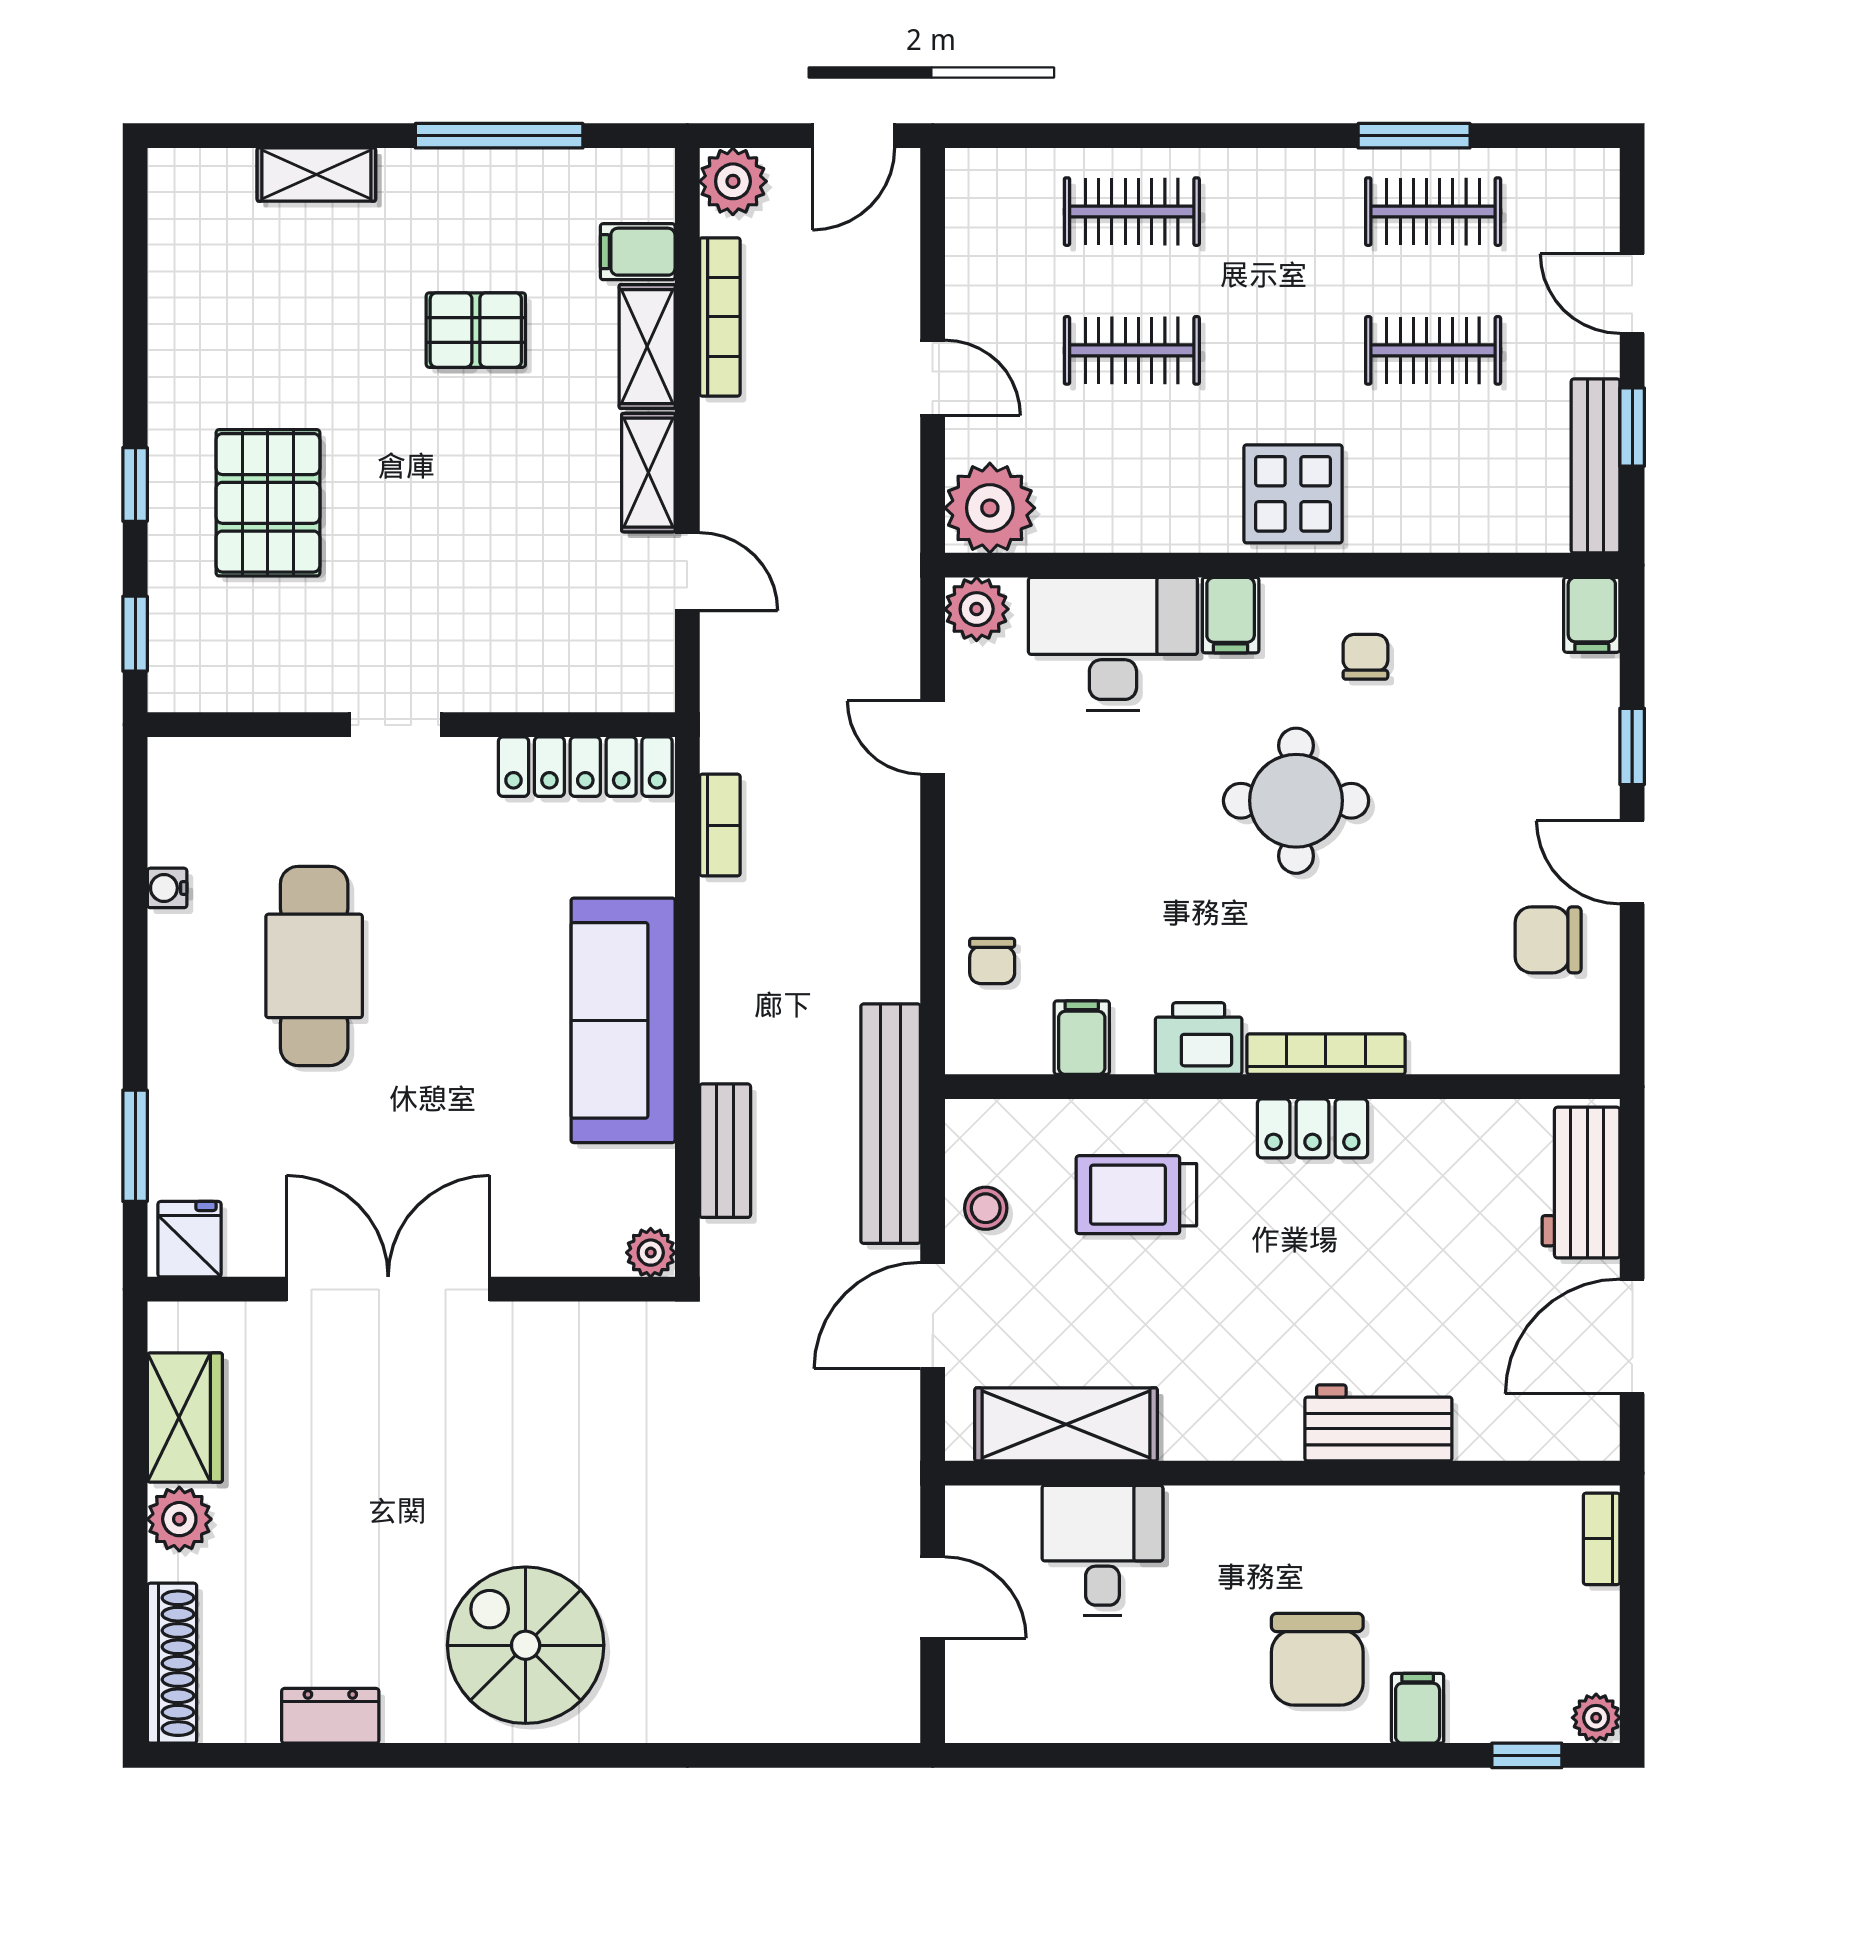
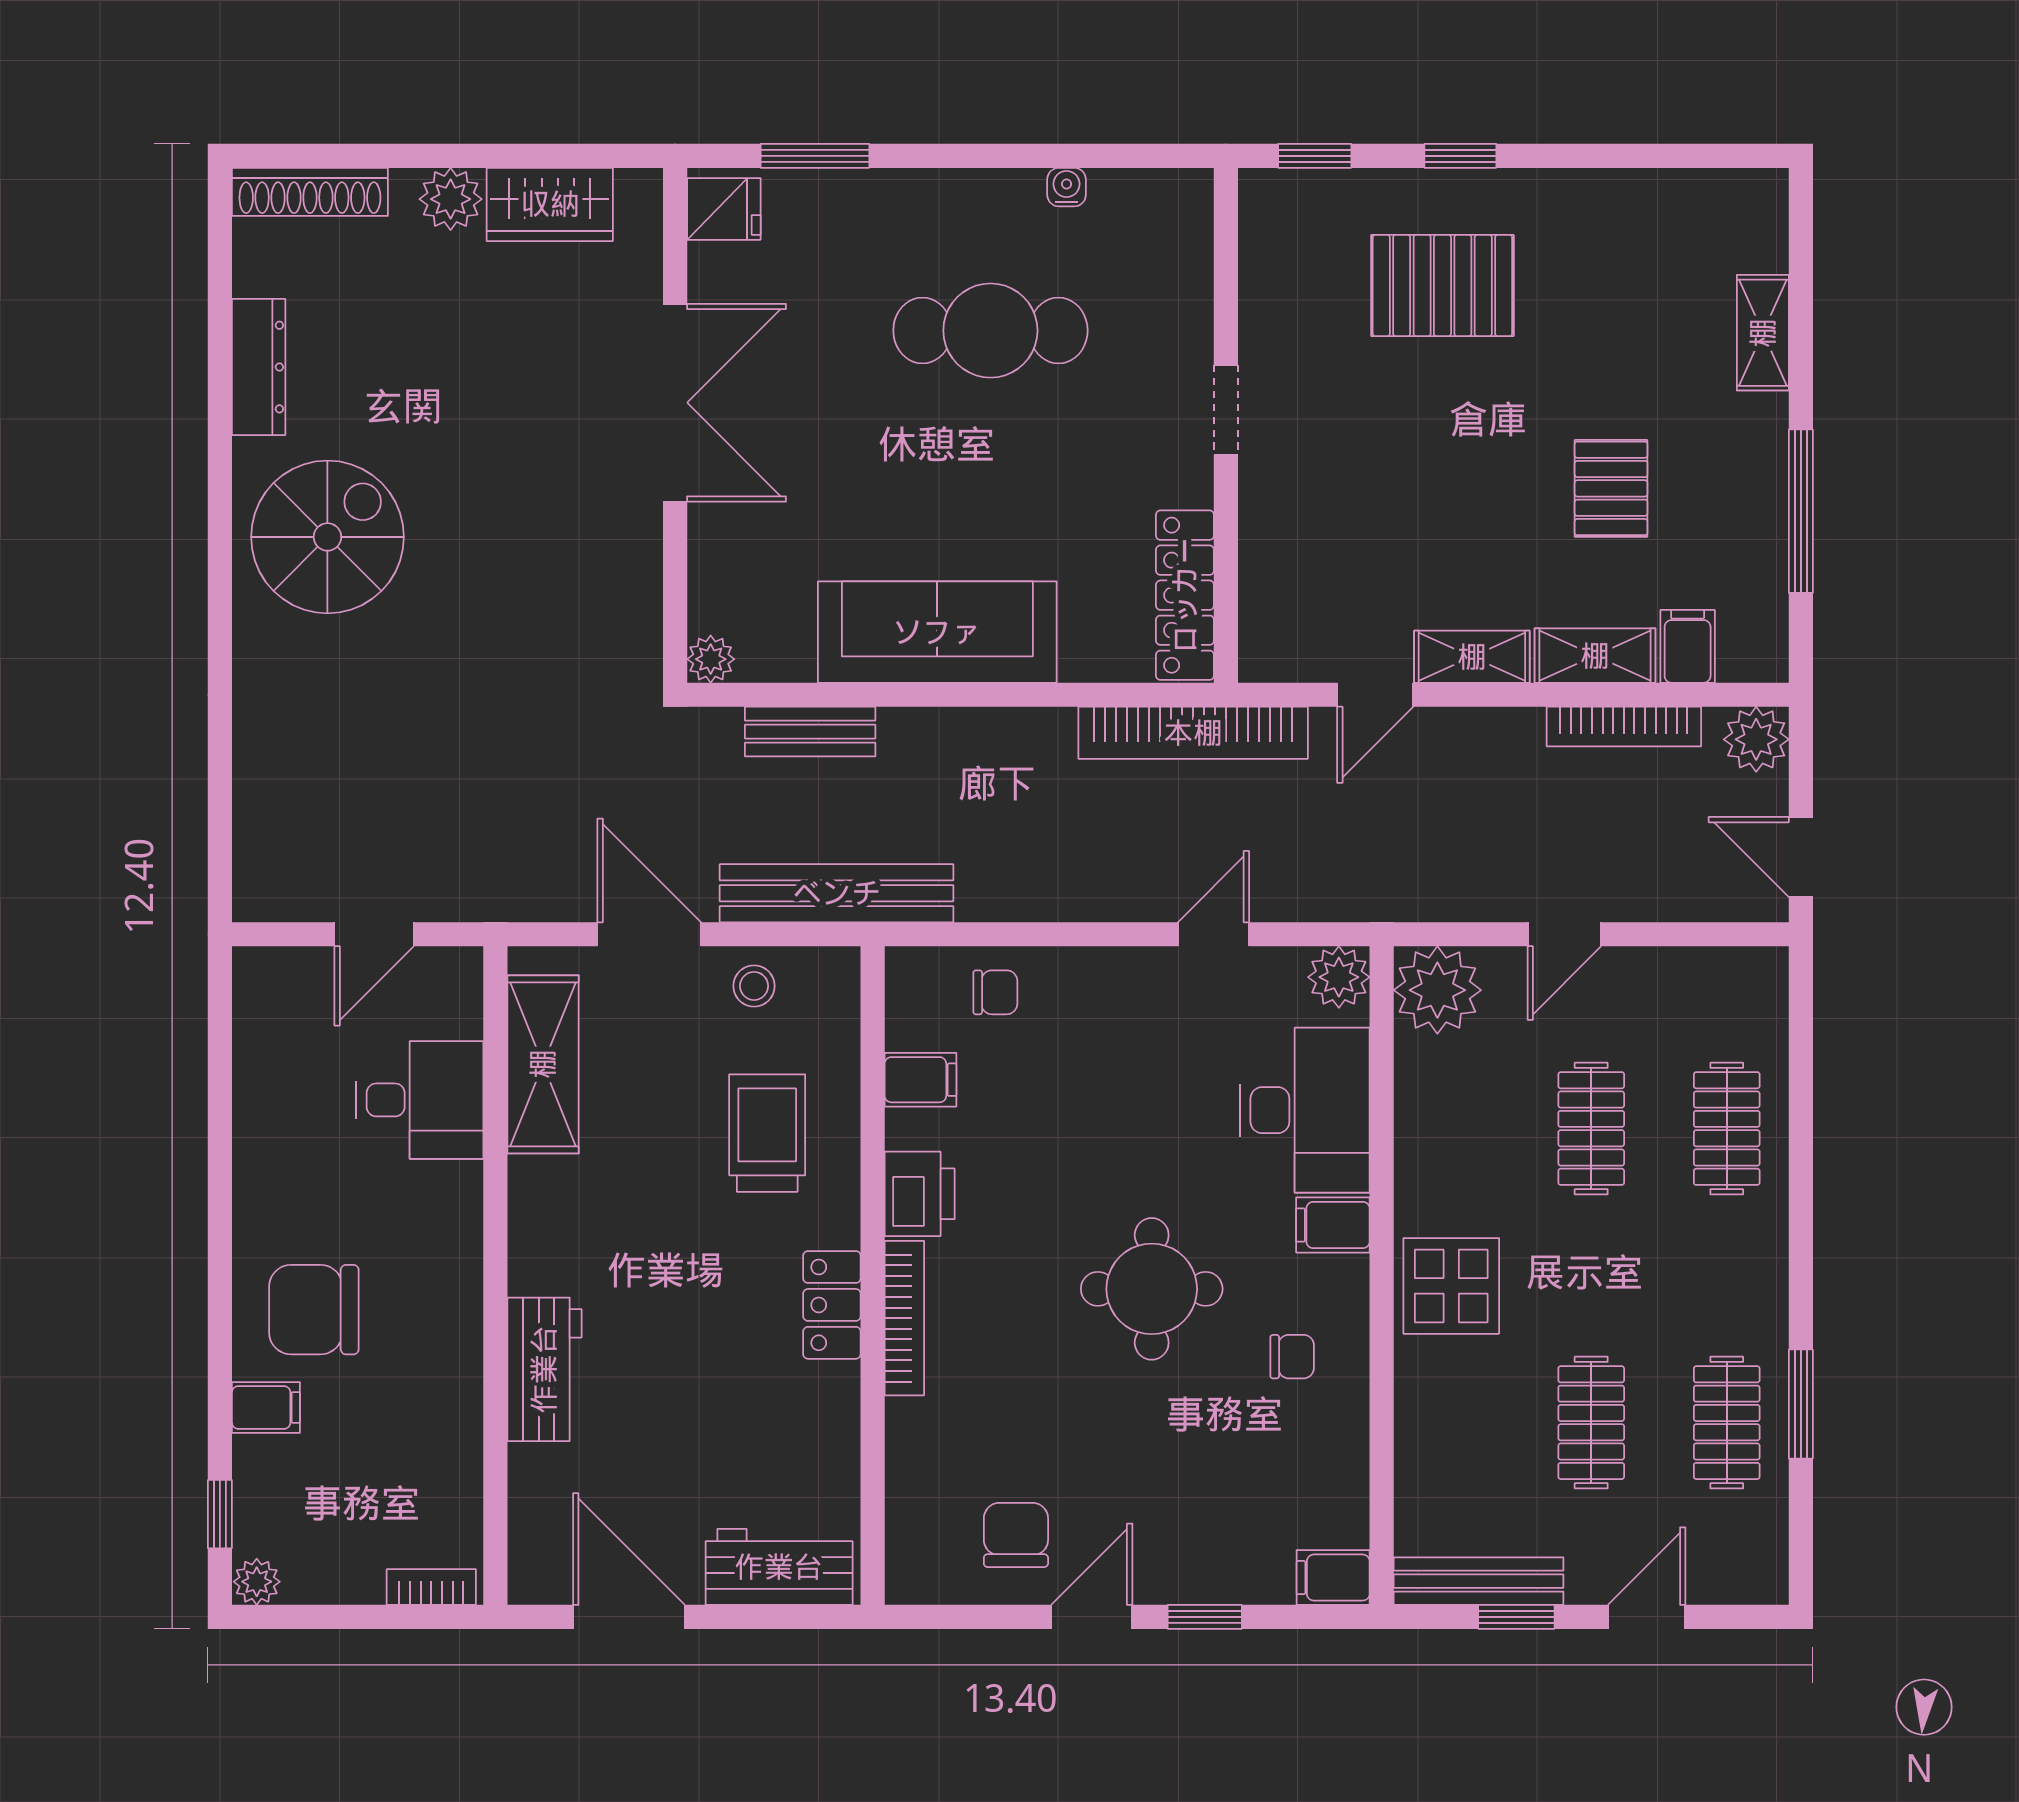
bookcase: (720, 825) -> (1193, 733), width x2.31, depth x1.31
chair: (992, 961) -> (995, 992), turned 180
dresser: (330, 1716) -> (259, 367), width x1.44

